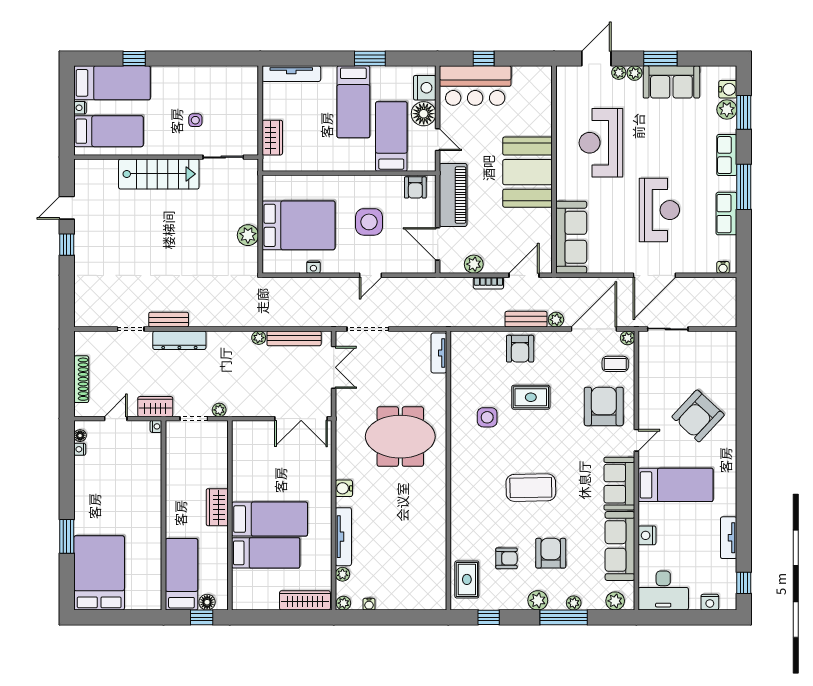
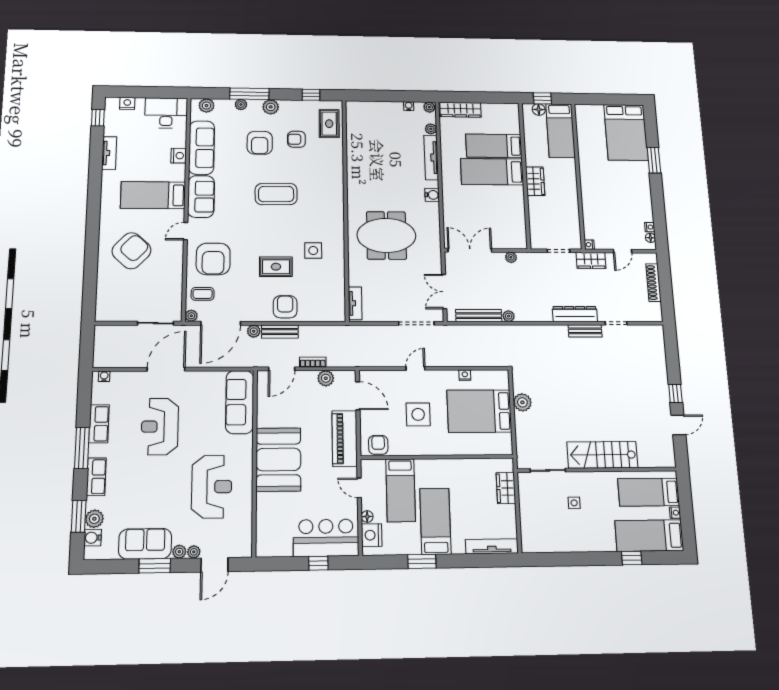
floor lamp: (424, 114) -> (367, 517), width x0.53, depth x0.53
plant: (219, 410) -> (511, 257), moved

